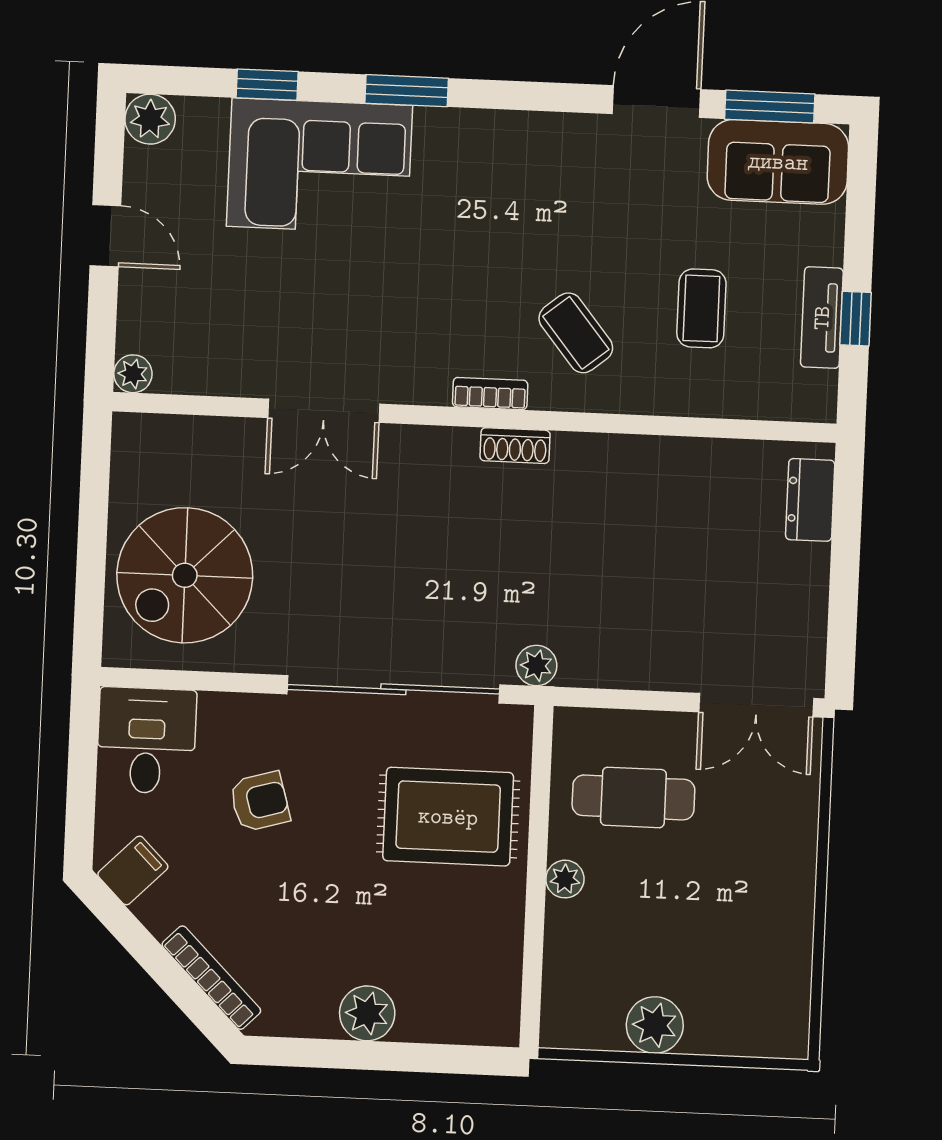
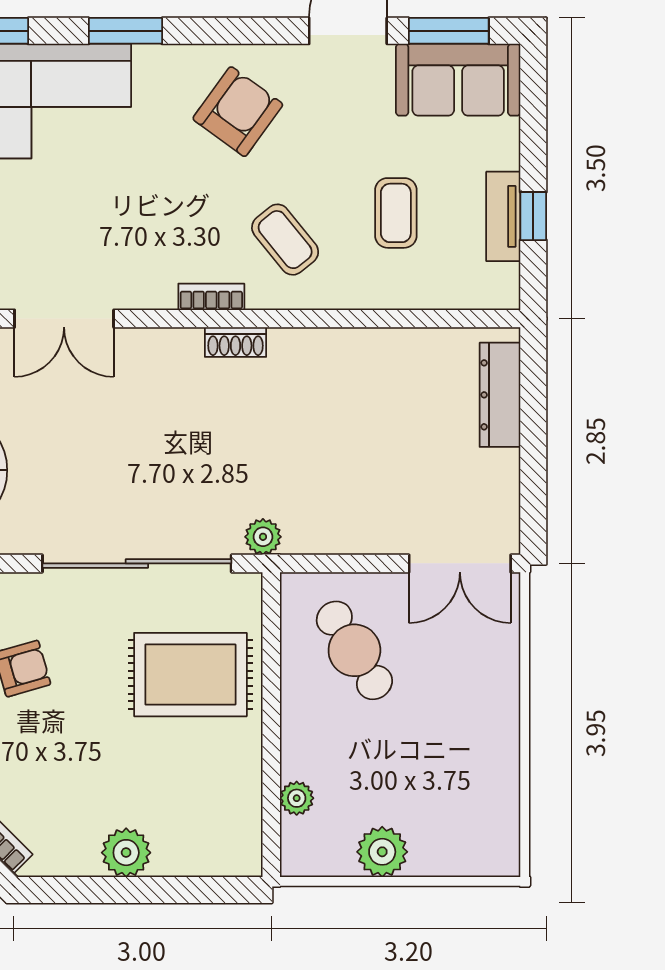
armchair: (529, 187) -> (238, 112), added
dresser: (810, 500) -> (500, 395), width x1.44
cafe table: (633, 797) -> (354, 650), turned 58
plant: (565, 879) -> (297, 798), moved

